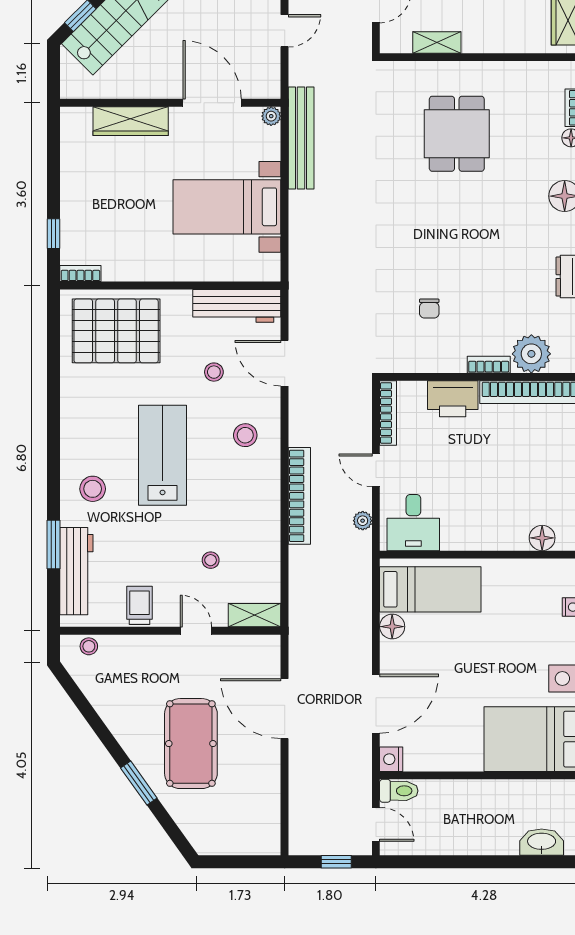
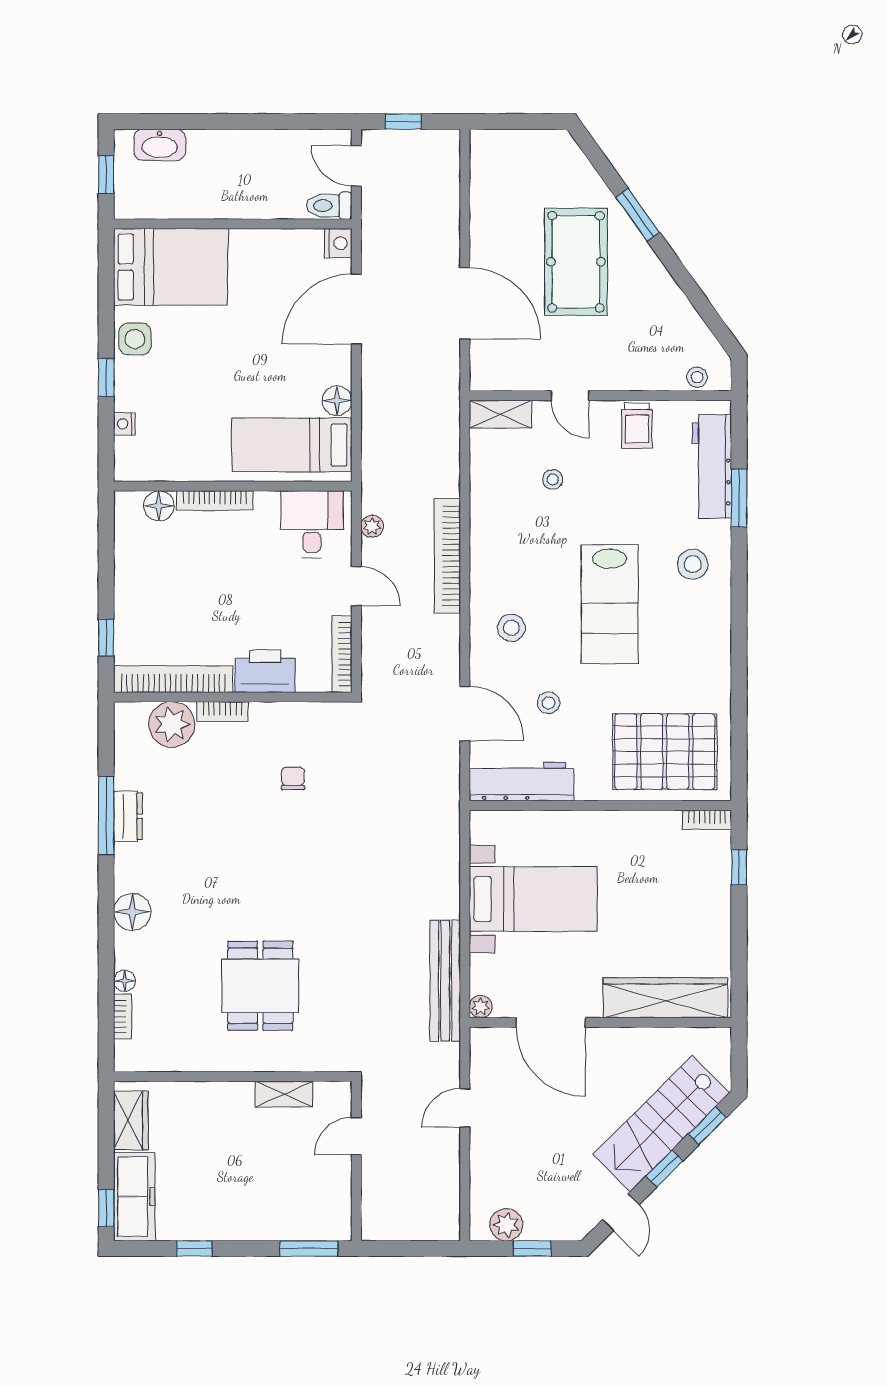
wardrobe: (131, 121) -> (665, 998), width x1.40, depth x1.17
bookcase: (495, 543) -> (215, 500), added

